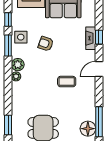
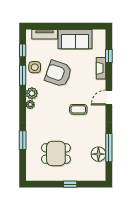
window: (99, 37) -> (109, 56), moved
armchair: (46, 44) -> (58, 73), width x1.88, depth x1.88
window: (8, 125) -> (23, 140), moved

